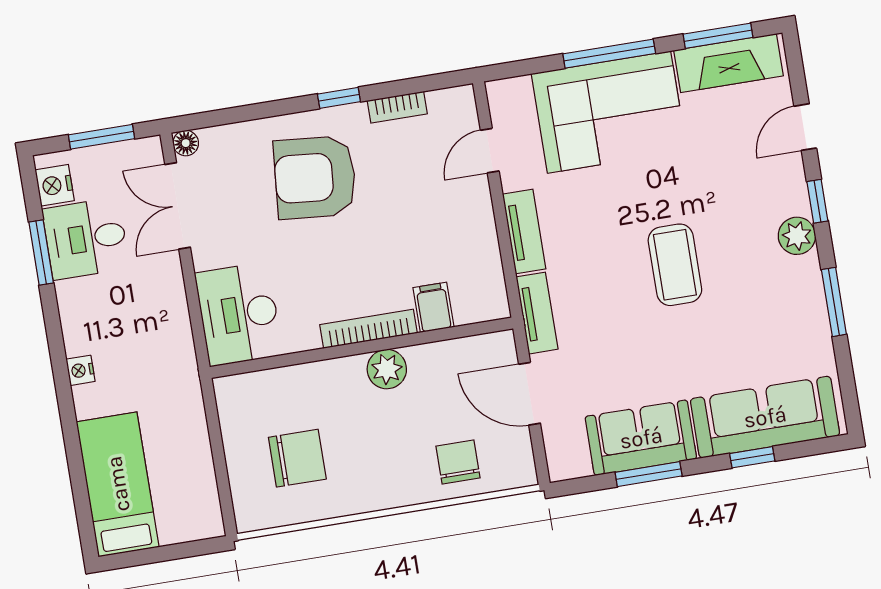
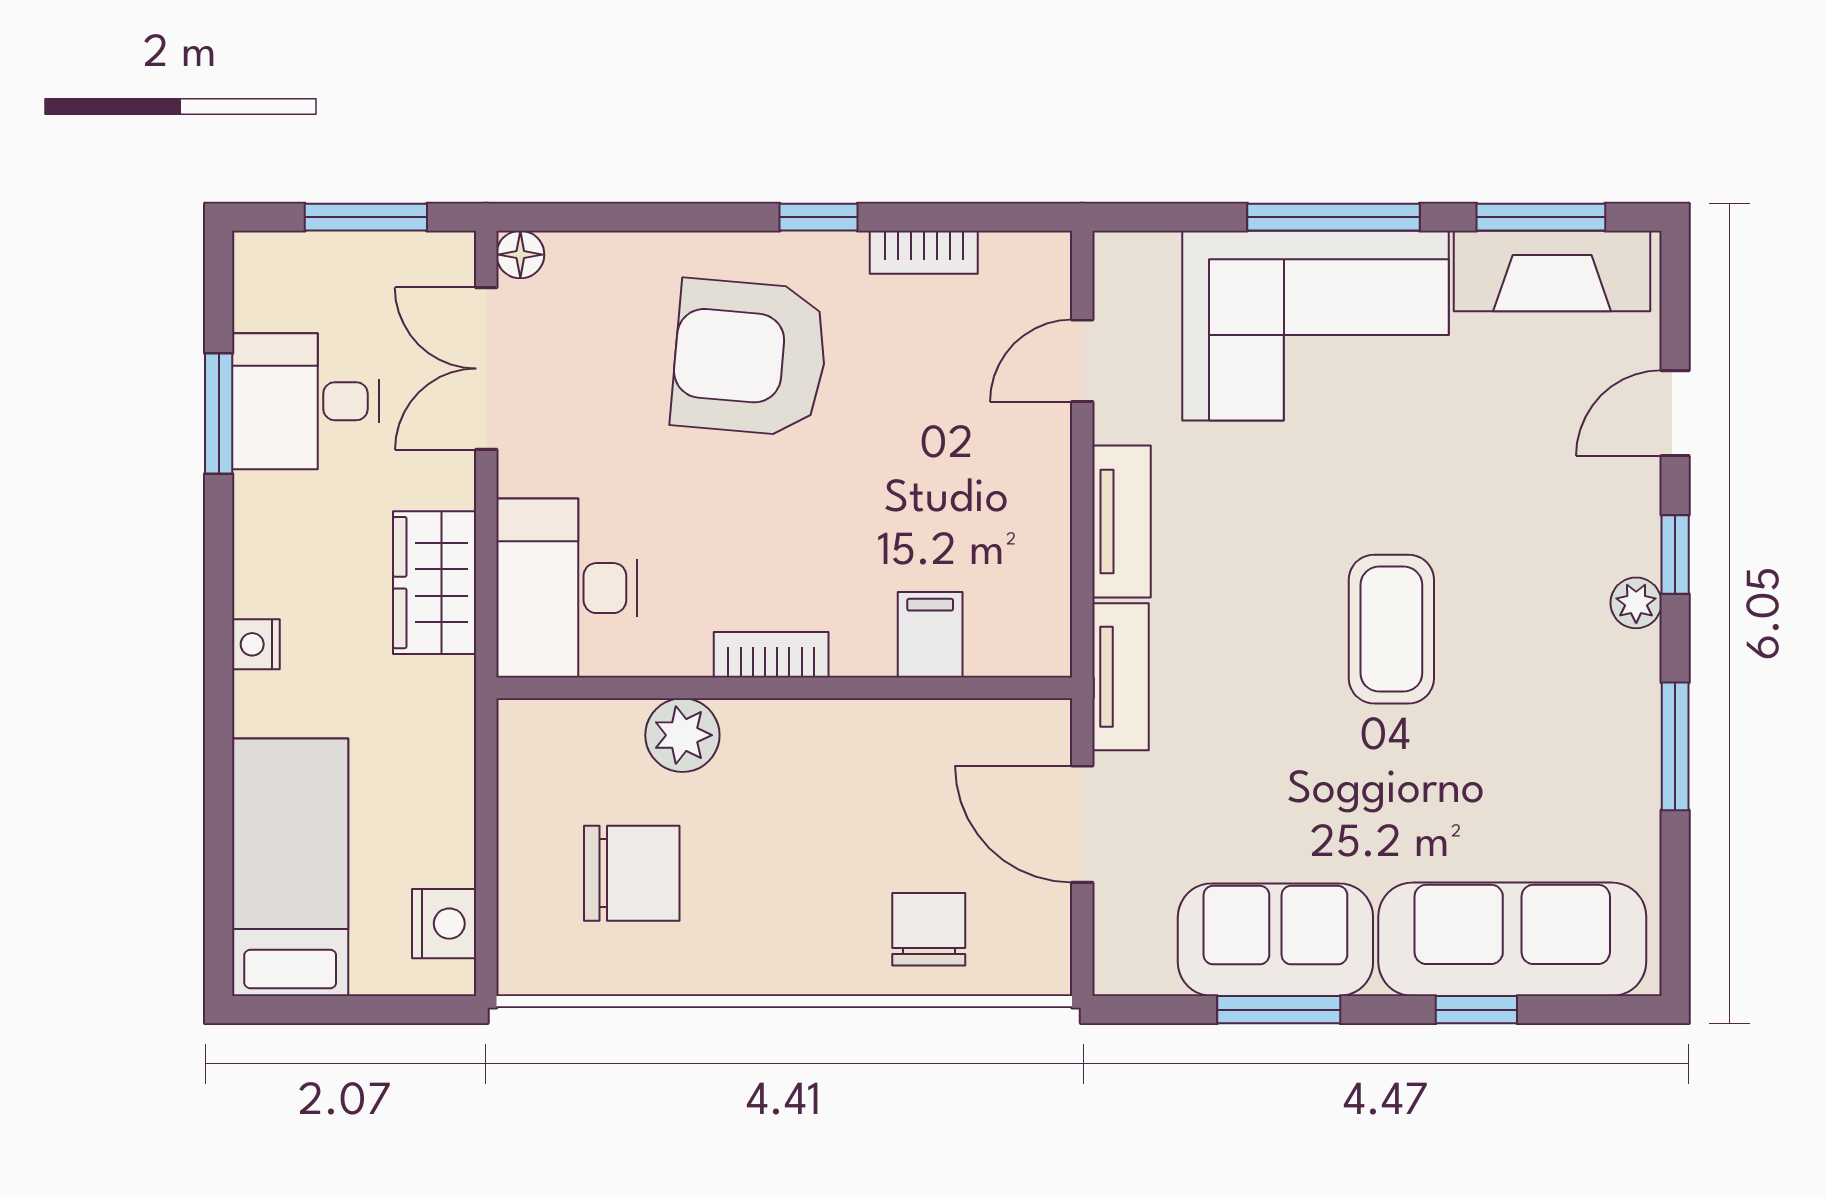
nightstand: (55, 185) -> (444, 924), moved, turned 180
plant: (797, 236) -> (1636, 603), width x0.73, depth x0.73
wardrobe: (169, 323) -> (435, 583), added
bookcase: (369, 329) -> (771, 655), width x0.64
plant: (387, 369) -> (682, 735), moved

